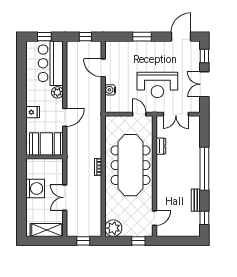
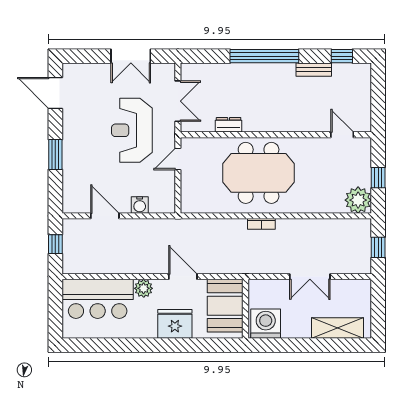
window: (44, 37) -> (55, 309), removed
window: (204, 56) -> (86, 56), removed
door: (103, 68) -> (105, 216), swing flipped
reception desk: (157, 85) -> (132, 130), turned 180
fridge: (33, 112) -> (175, 324), width x1.88, depth x1.34
meeting table: (130, 165) -> (259, 173), width x0.73
washing machine: (35, 188) -> (266, 324), moved
shelving: (47, 230) -> (337, 328), moved, turned 90
window: (138, 241) -> (378, 178), moved

